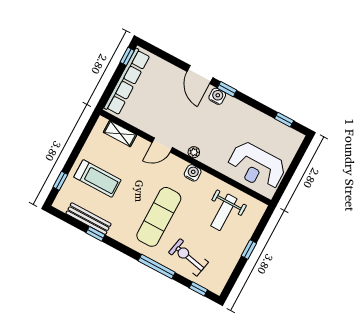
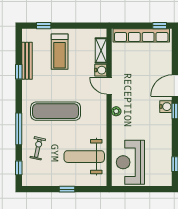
water cooler: (193, 173) -> (101, 70), moved
weight bench: (224, 212) -> (84, 157), width x1.36, depth x1.33
exercise bike: (188, 257) -> (38, 148), width x0.73, depth x0.72

